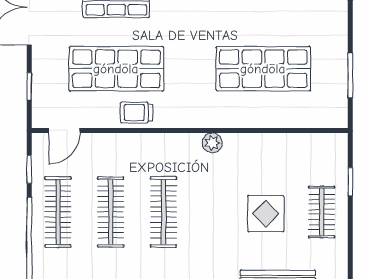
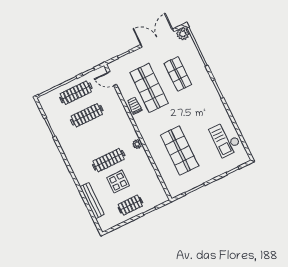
clothes rail: (163, 212) -> (109, 160), moved

